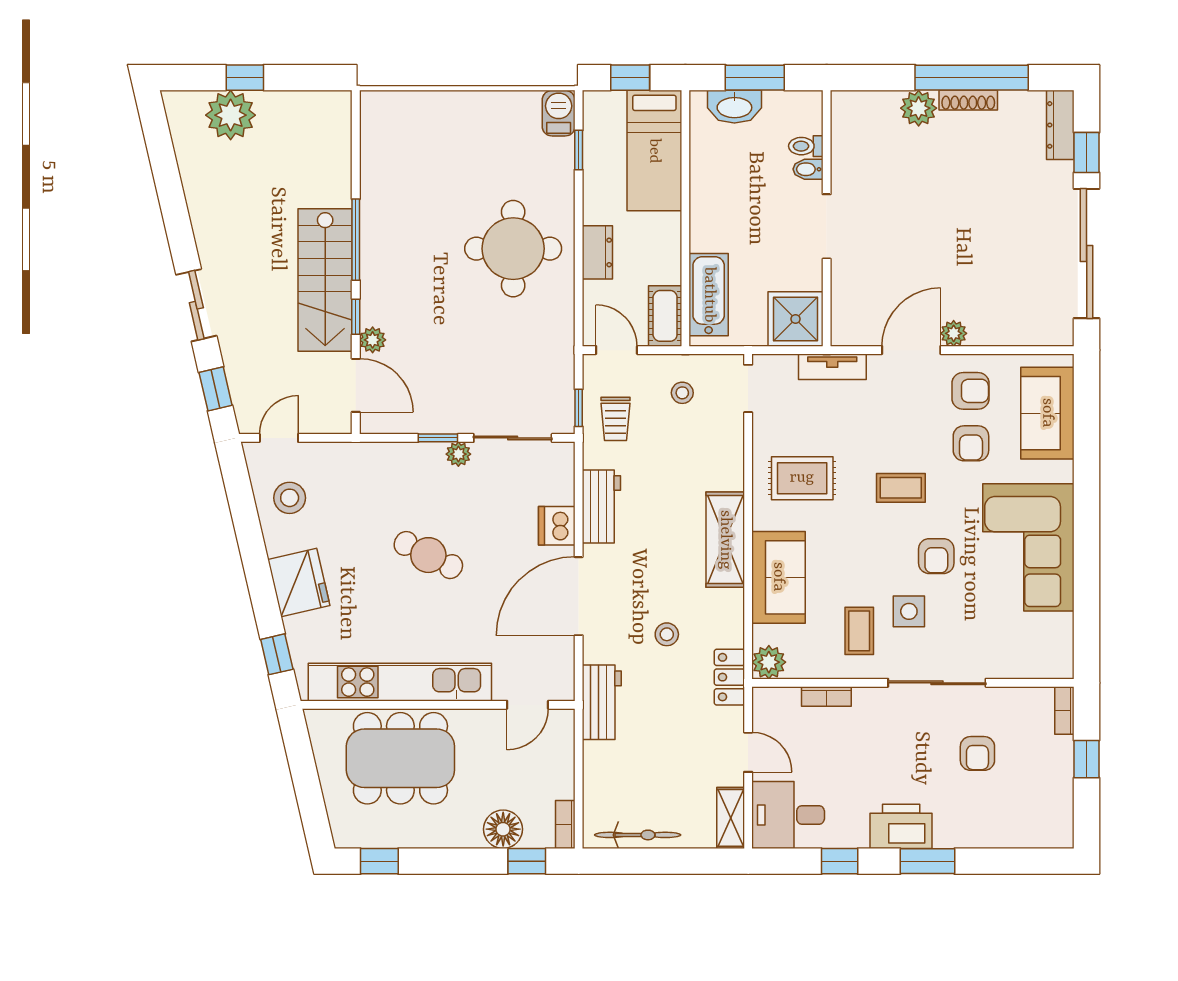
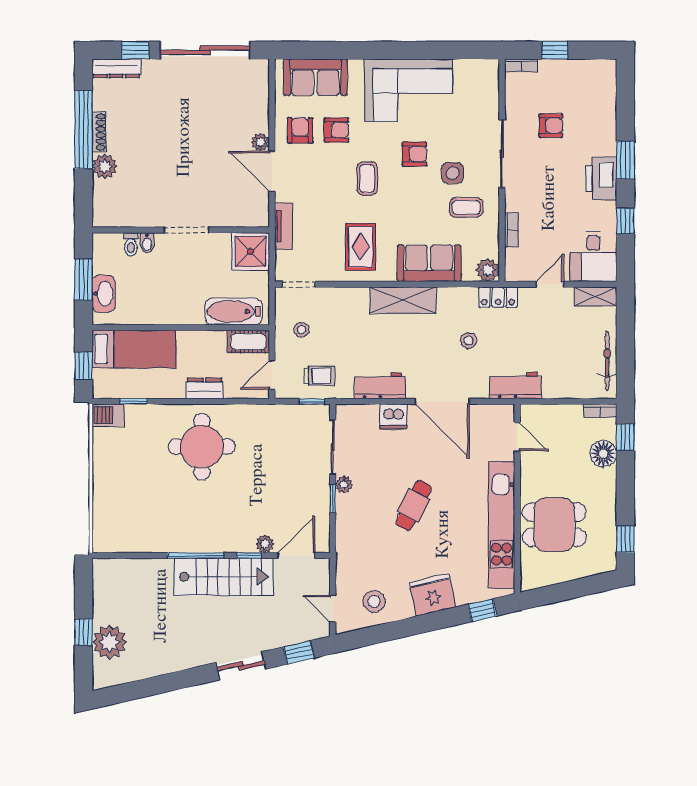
dining table: (400, 758) -> (554, 525), width x0.73

